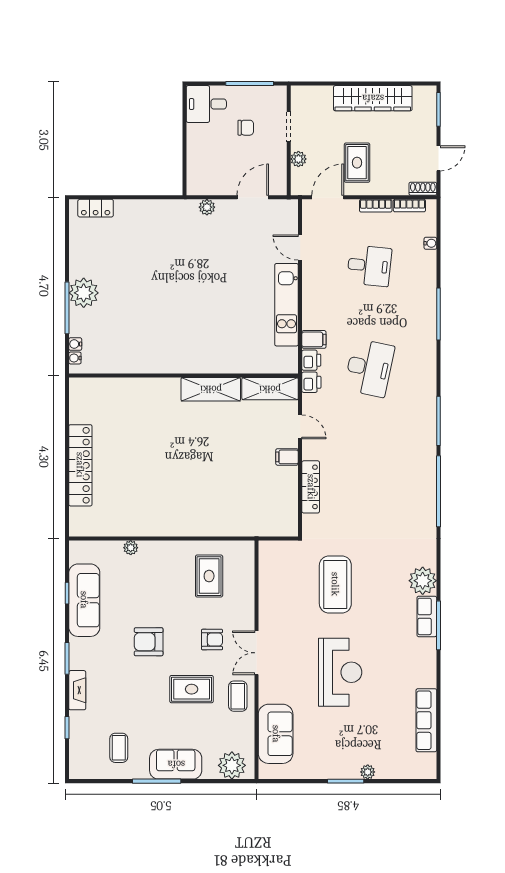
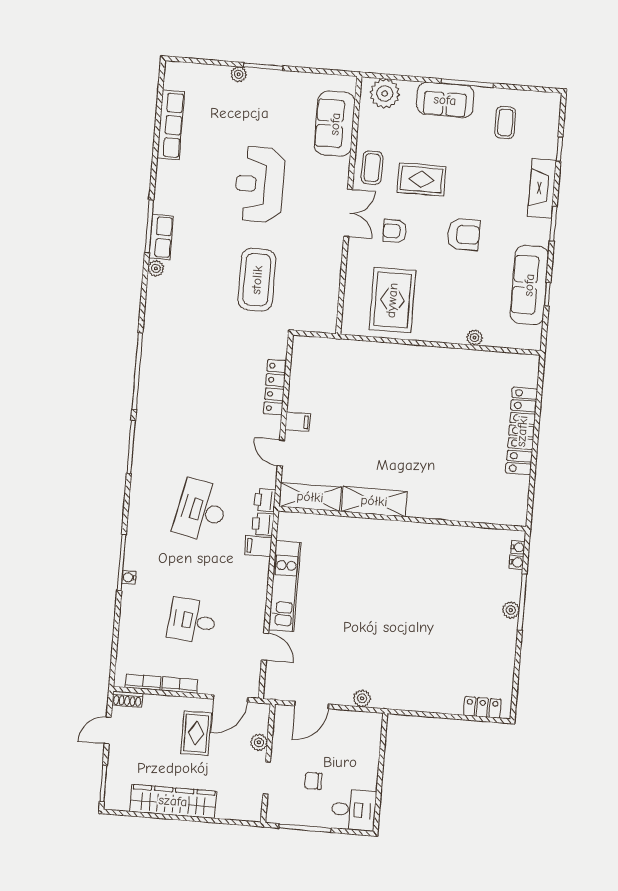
water cooler: (430, 243) -> (129, 577), moved
plant: (84, 293) -> (511, 610), width x0.53, depth x0.53
rug: (209, 576) -> (392, 300), width x1.36, depth x1.43
plant: (423, 581) -> (156, 268), width x0.53, depth x0.53
fireplace: (77, 690) -> (542, 188), width x1.37, depth x1.32

